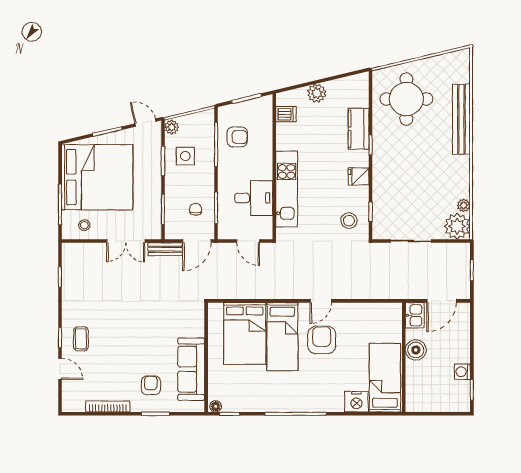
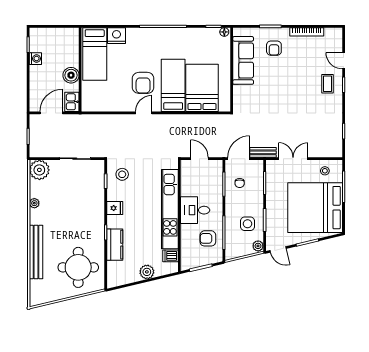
kitchen unit: (287, 189) -> (170, 209), width x1.36
desk: (254, 198) -> (195, 210), moved
plant: (464, 205) -> (34, 203), moved

